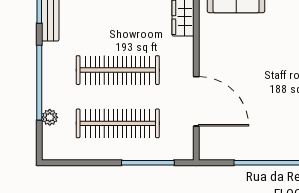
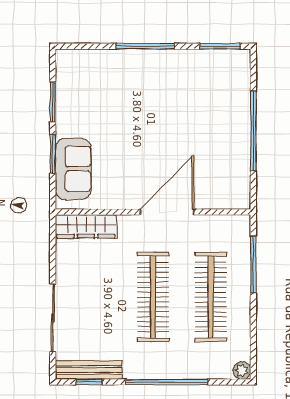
door: (196, 101) -> (167, 212), moved
plant: (50, 117) -> (242, 371), moved

